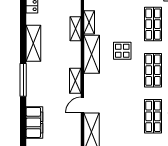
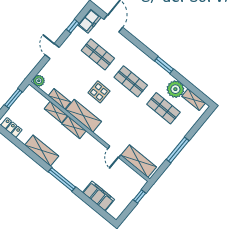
shelving: (75, 81) -> (74, 127), moved

